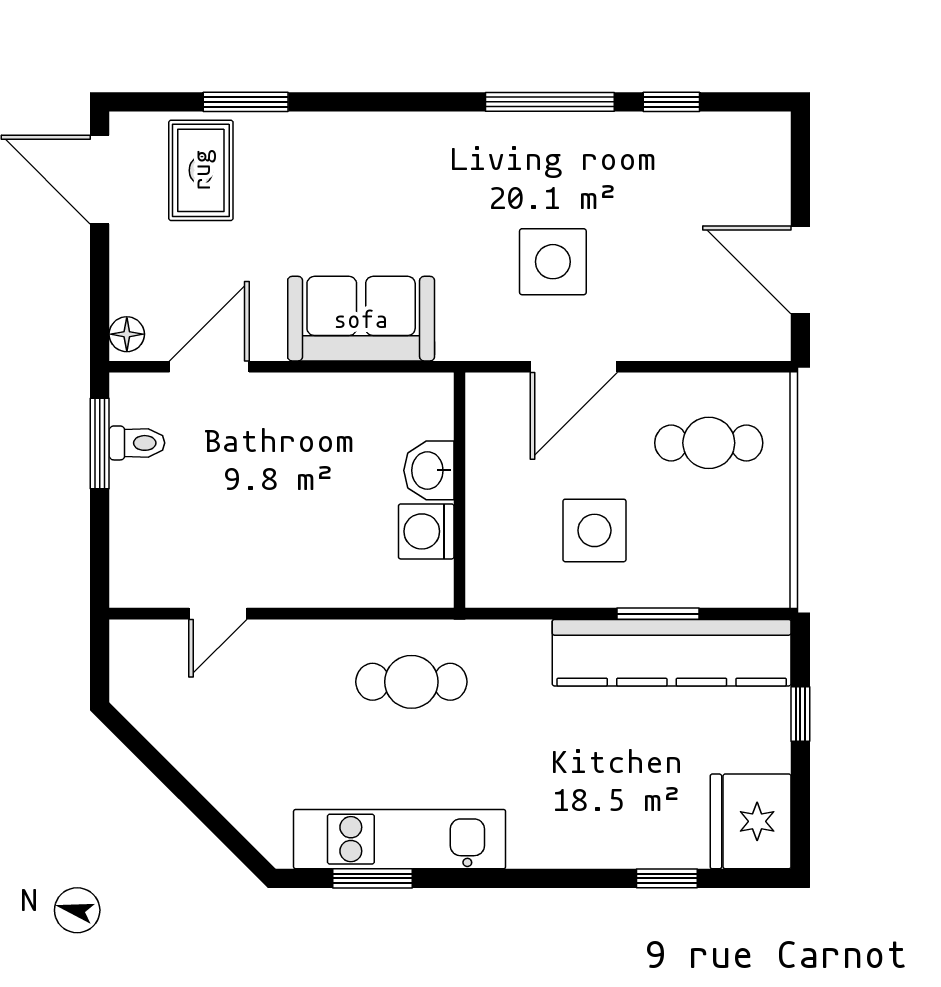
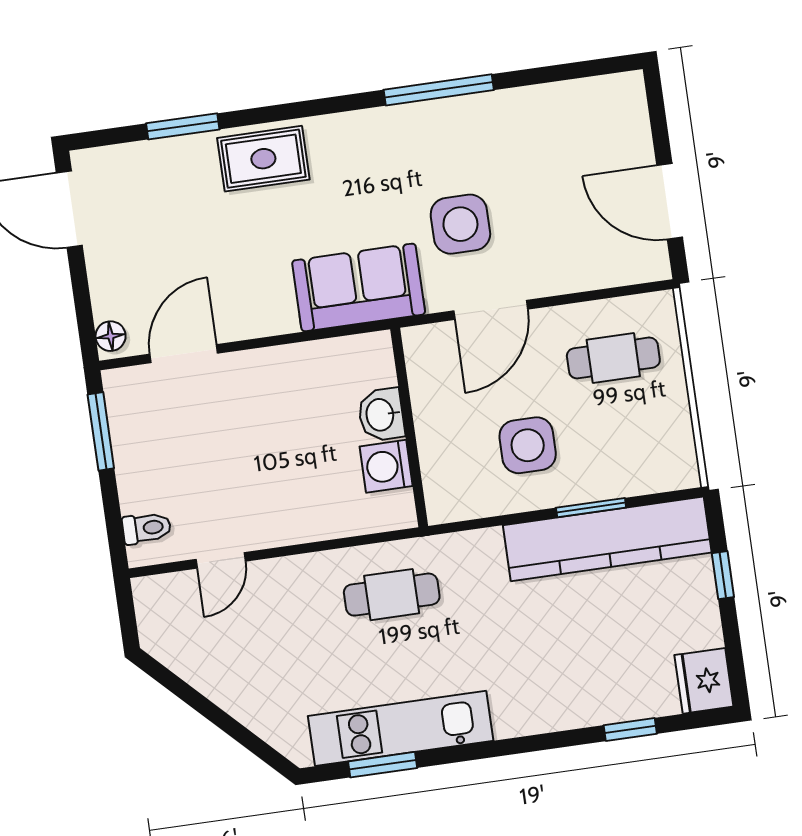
window: (671, 102) -> (541, 75), removed
rug: (201, 170) -> (263, 159), moved, turned 90
sofa: (361, 319) -> (359, 287), moved
toilet: (137, 443) -> (147, 528), moved
fridge: (751, 821) -> (704, 681), width x0.73, depth x0.75

